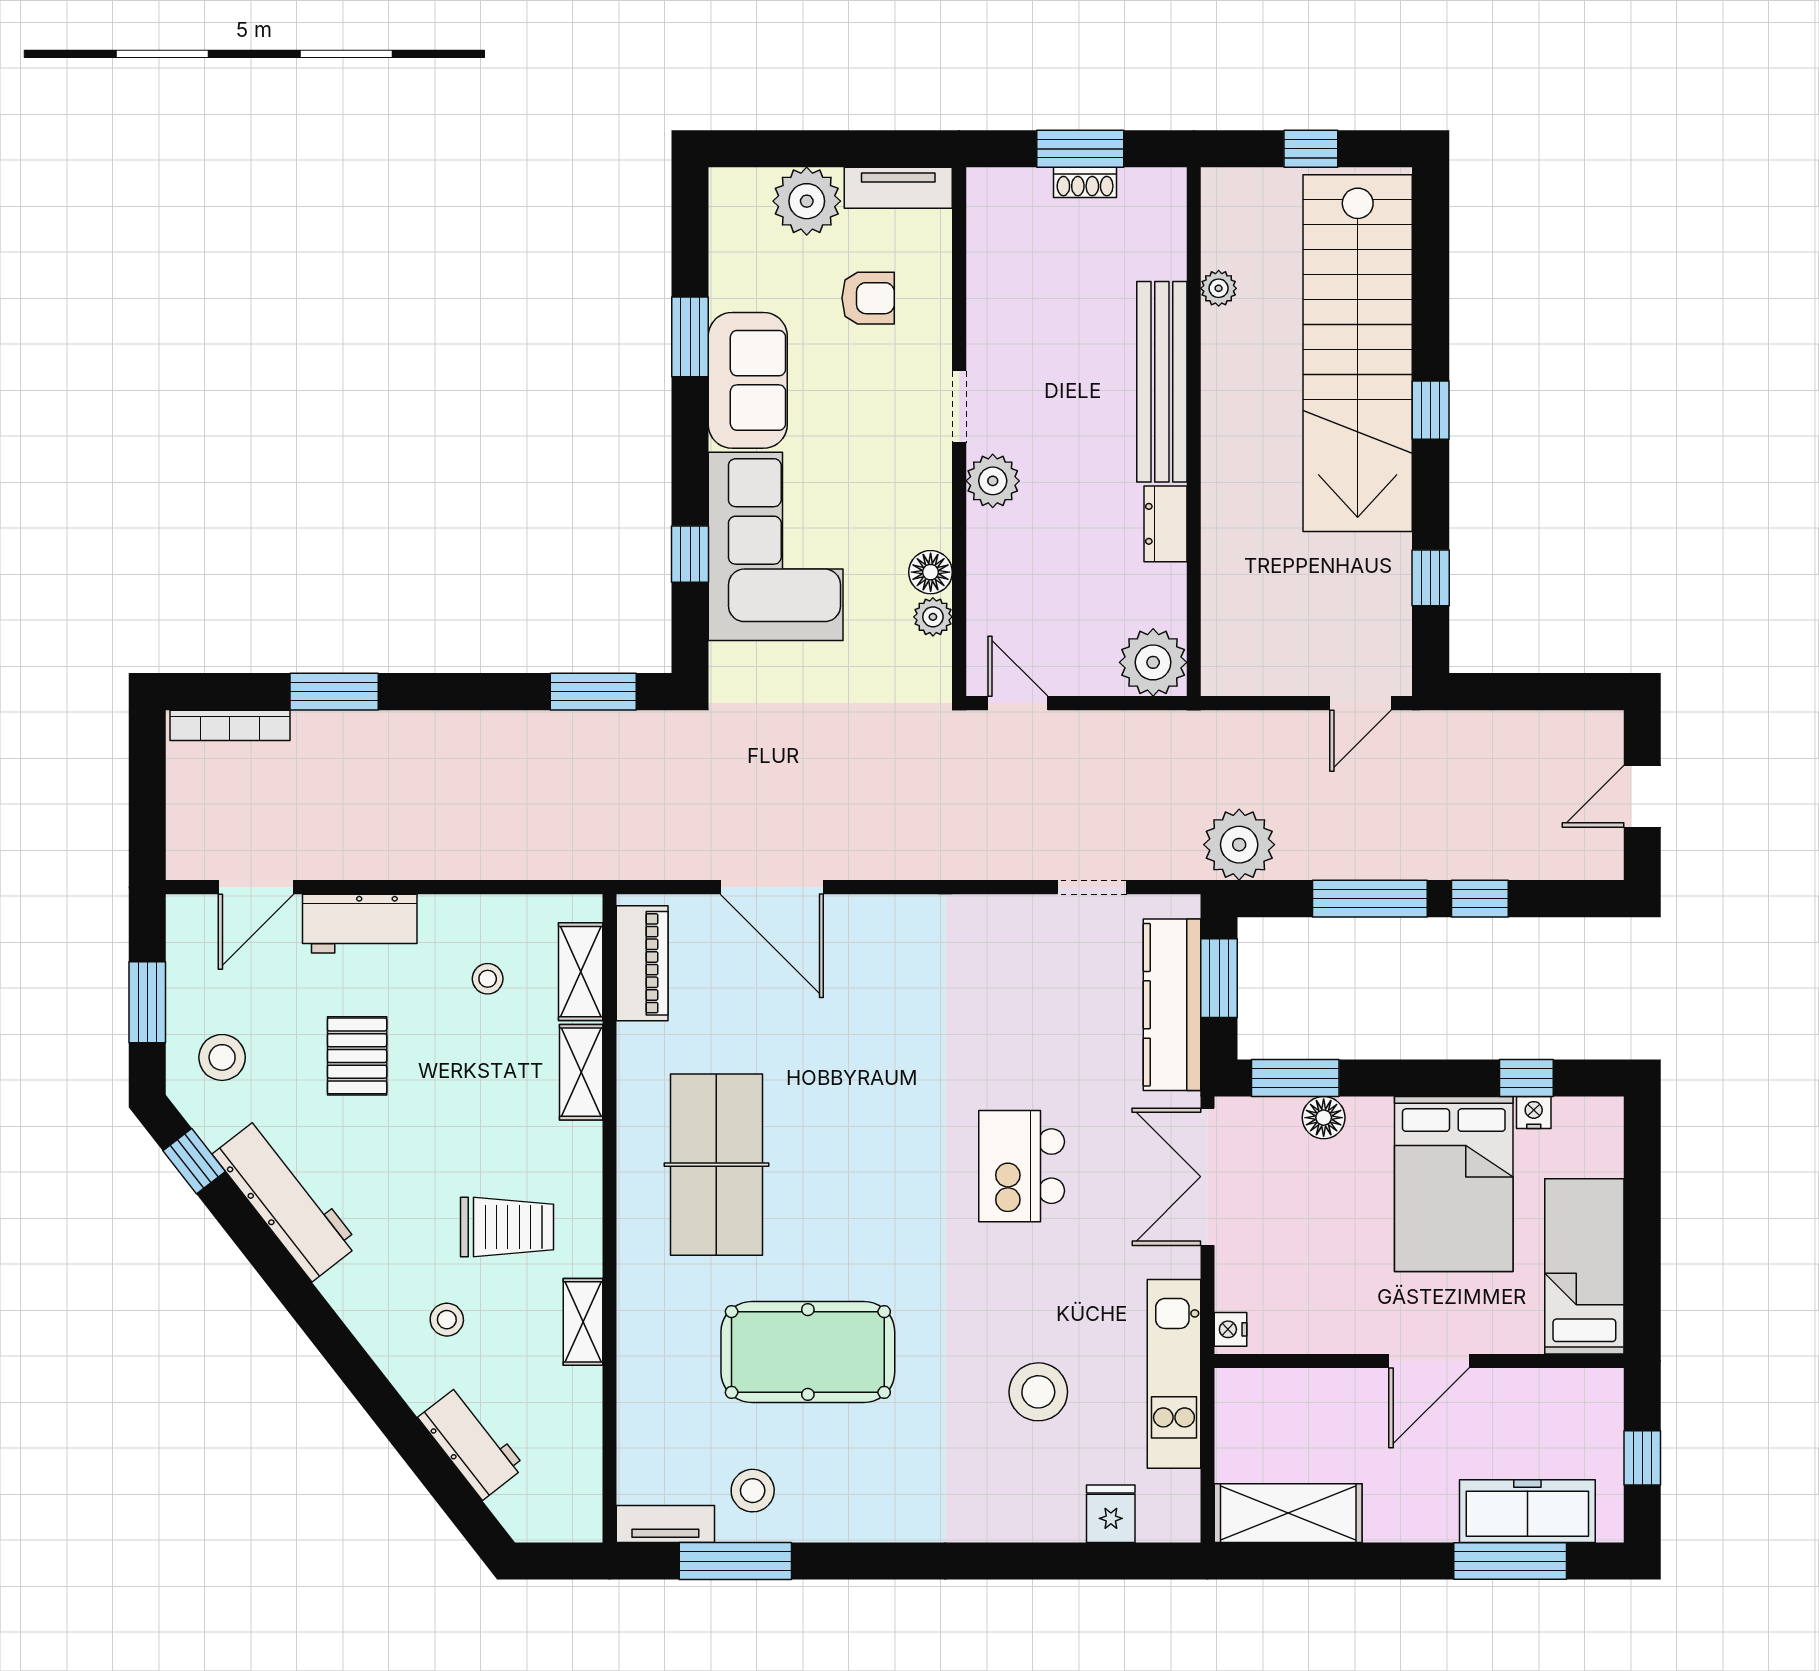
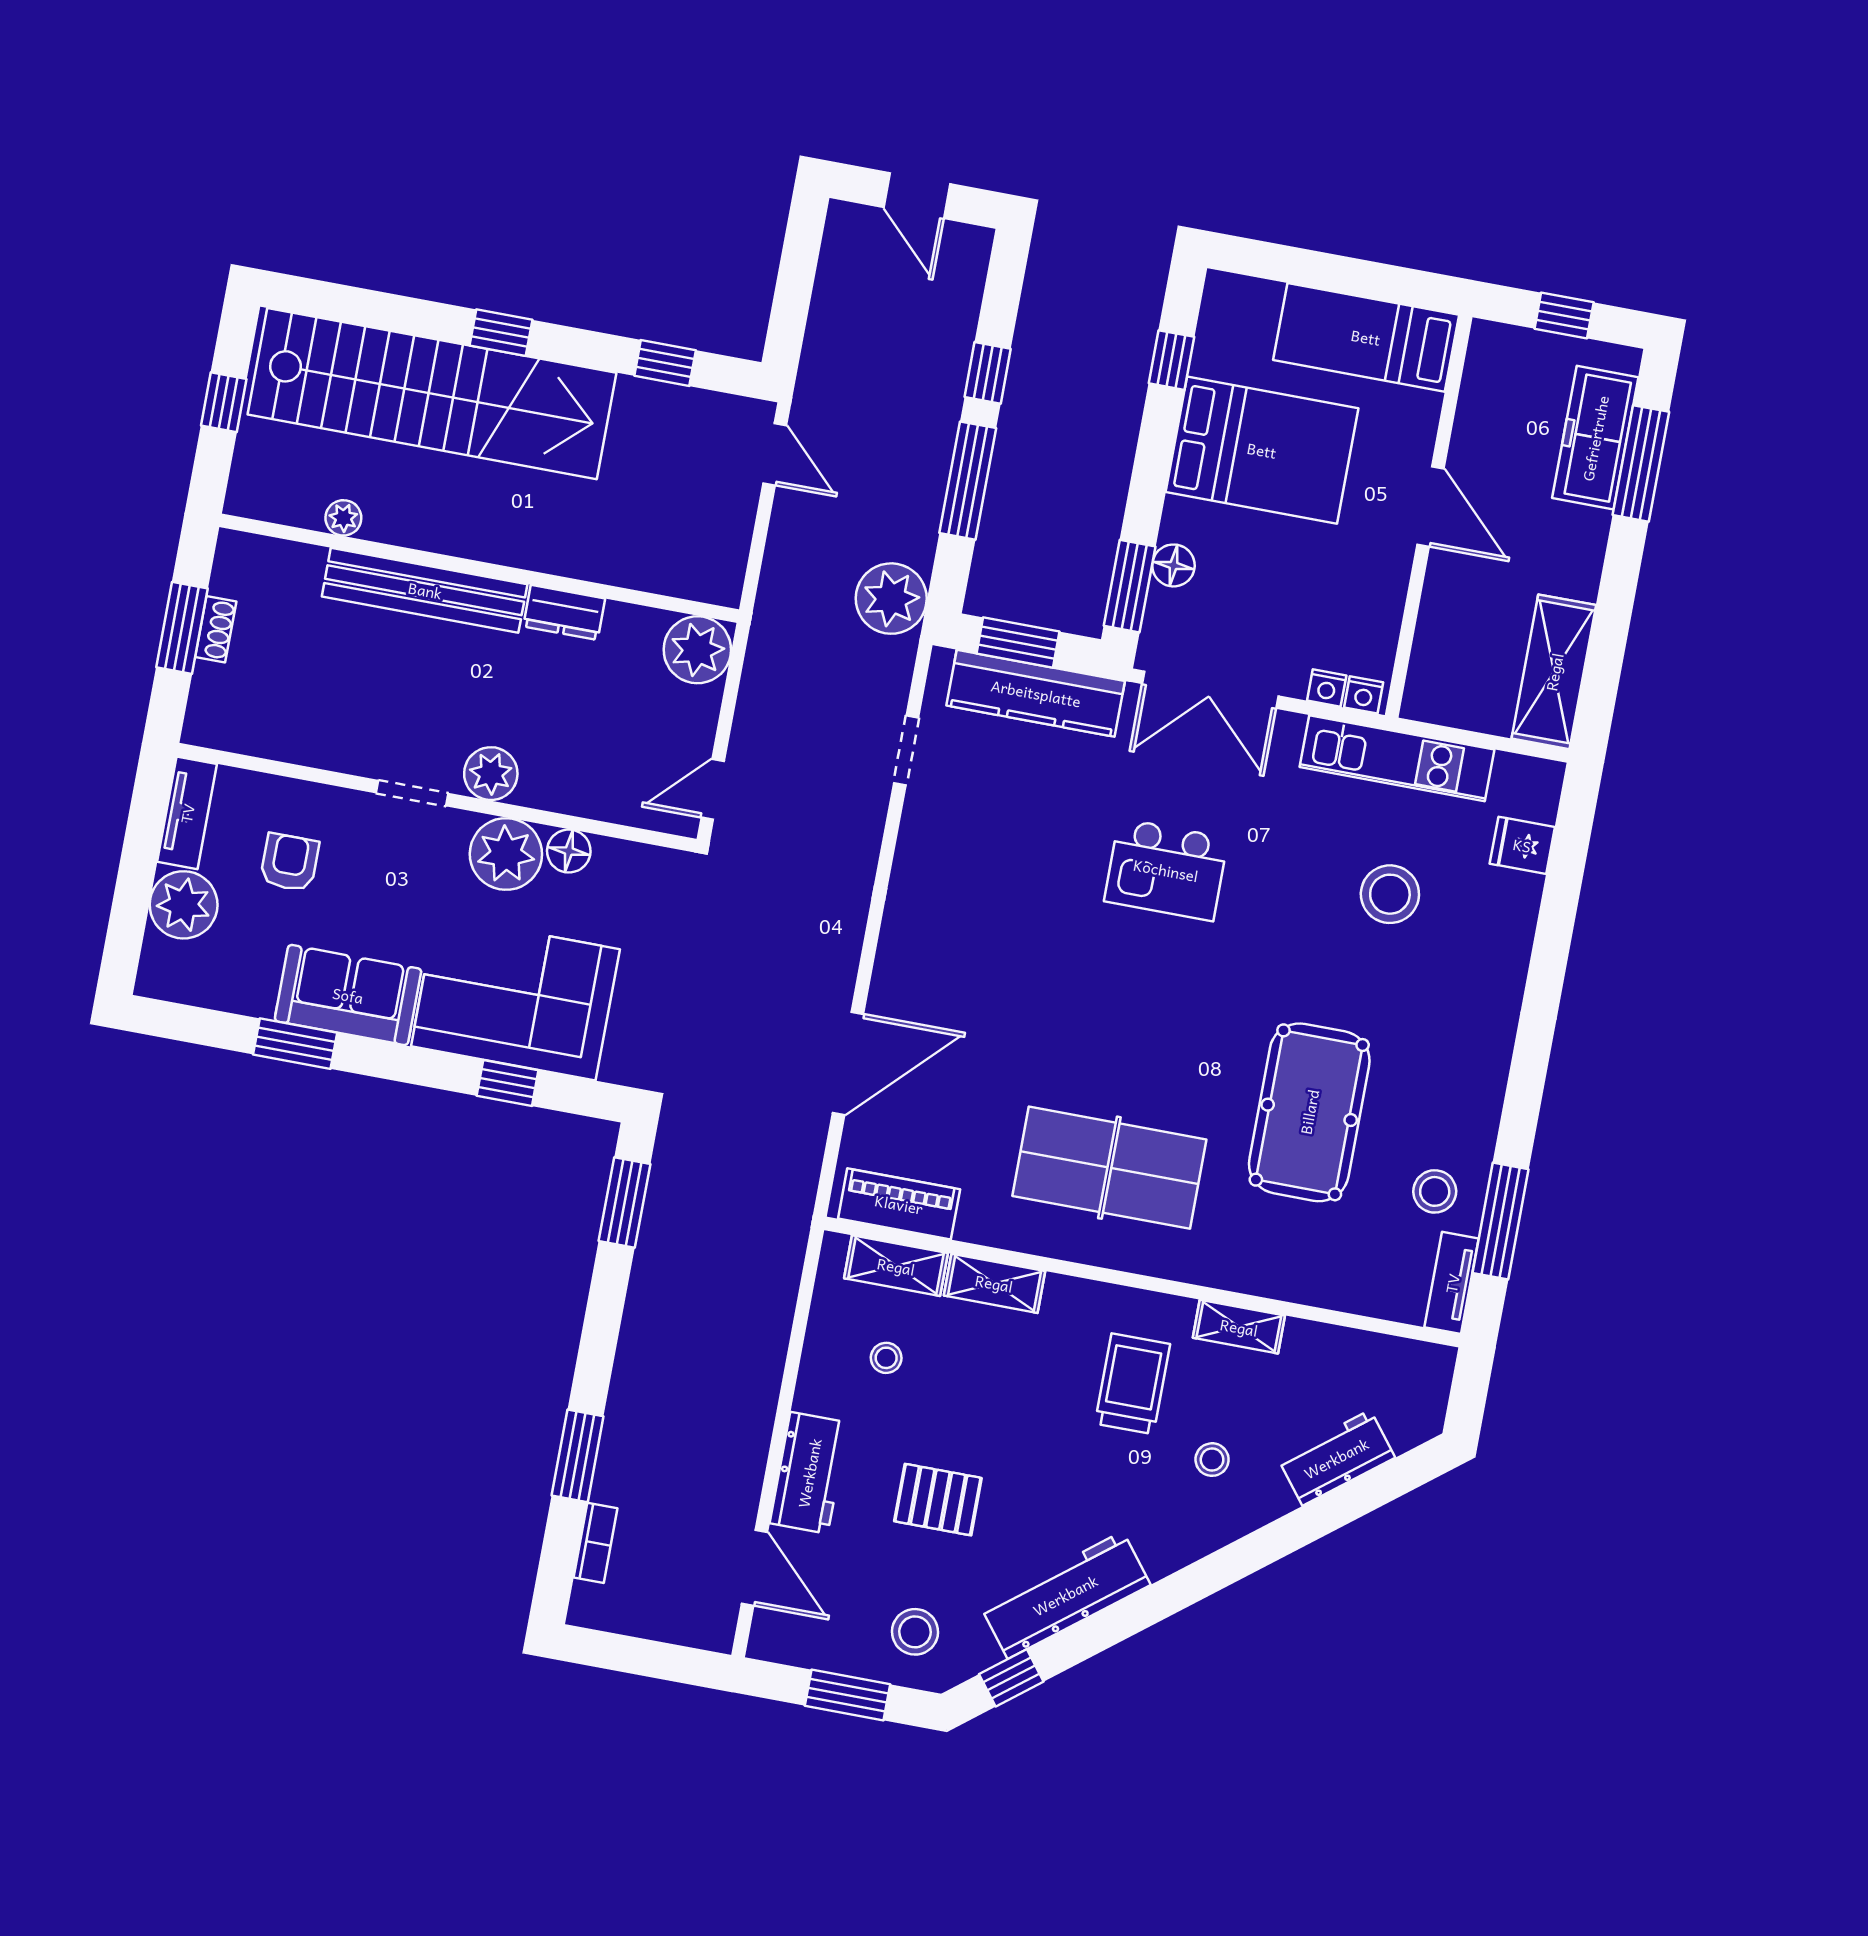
plant: (933, 617) -> (506, 854), moved, width x1.88, depth x1.88
bookcase: (230, 725) -> (596, 1543), width x0.64
nightstand: (1534, 1113) -> (1327, 688), moved, turned -90

